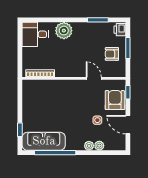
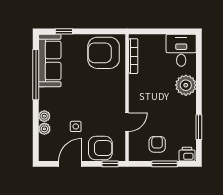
armchair: (37, 98) -> (104, 53), added

